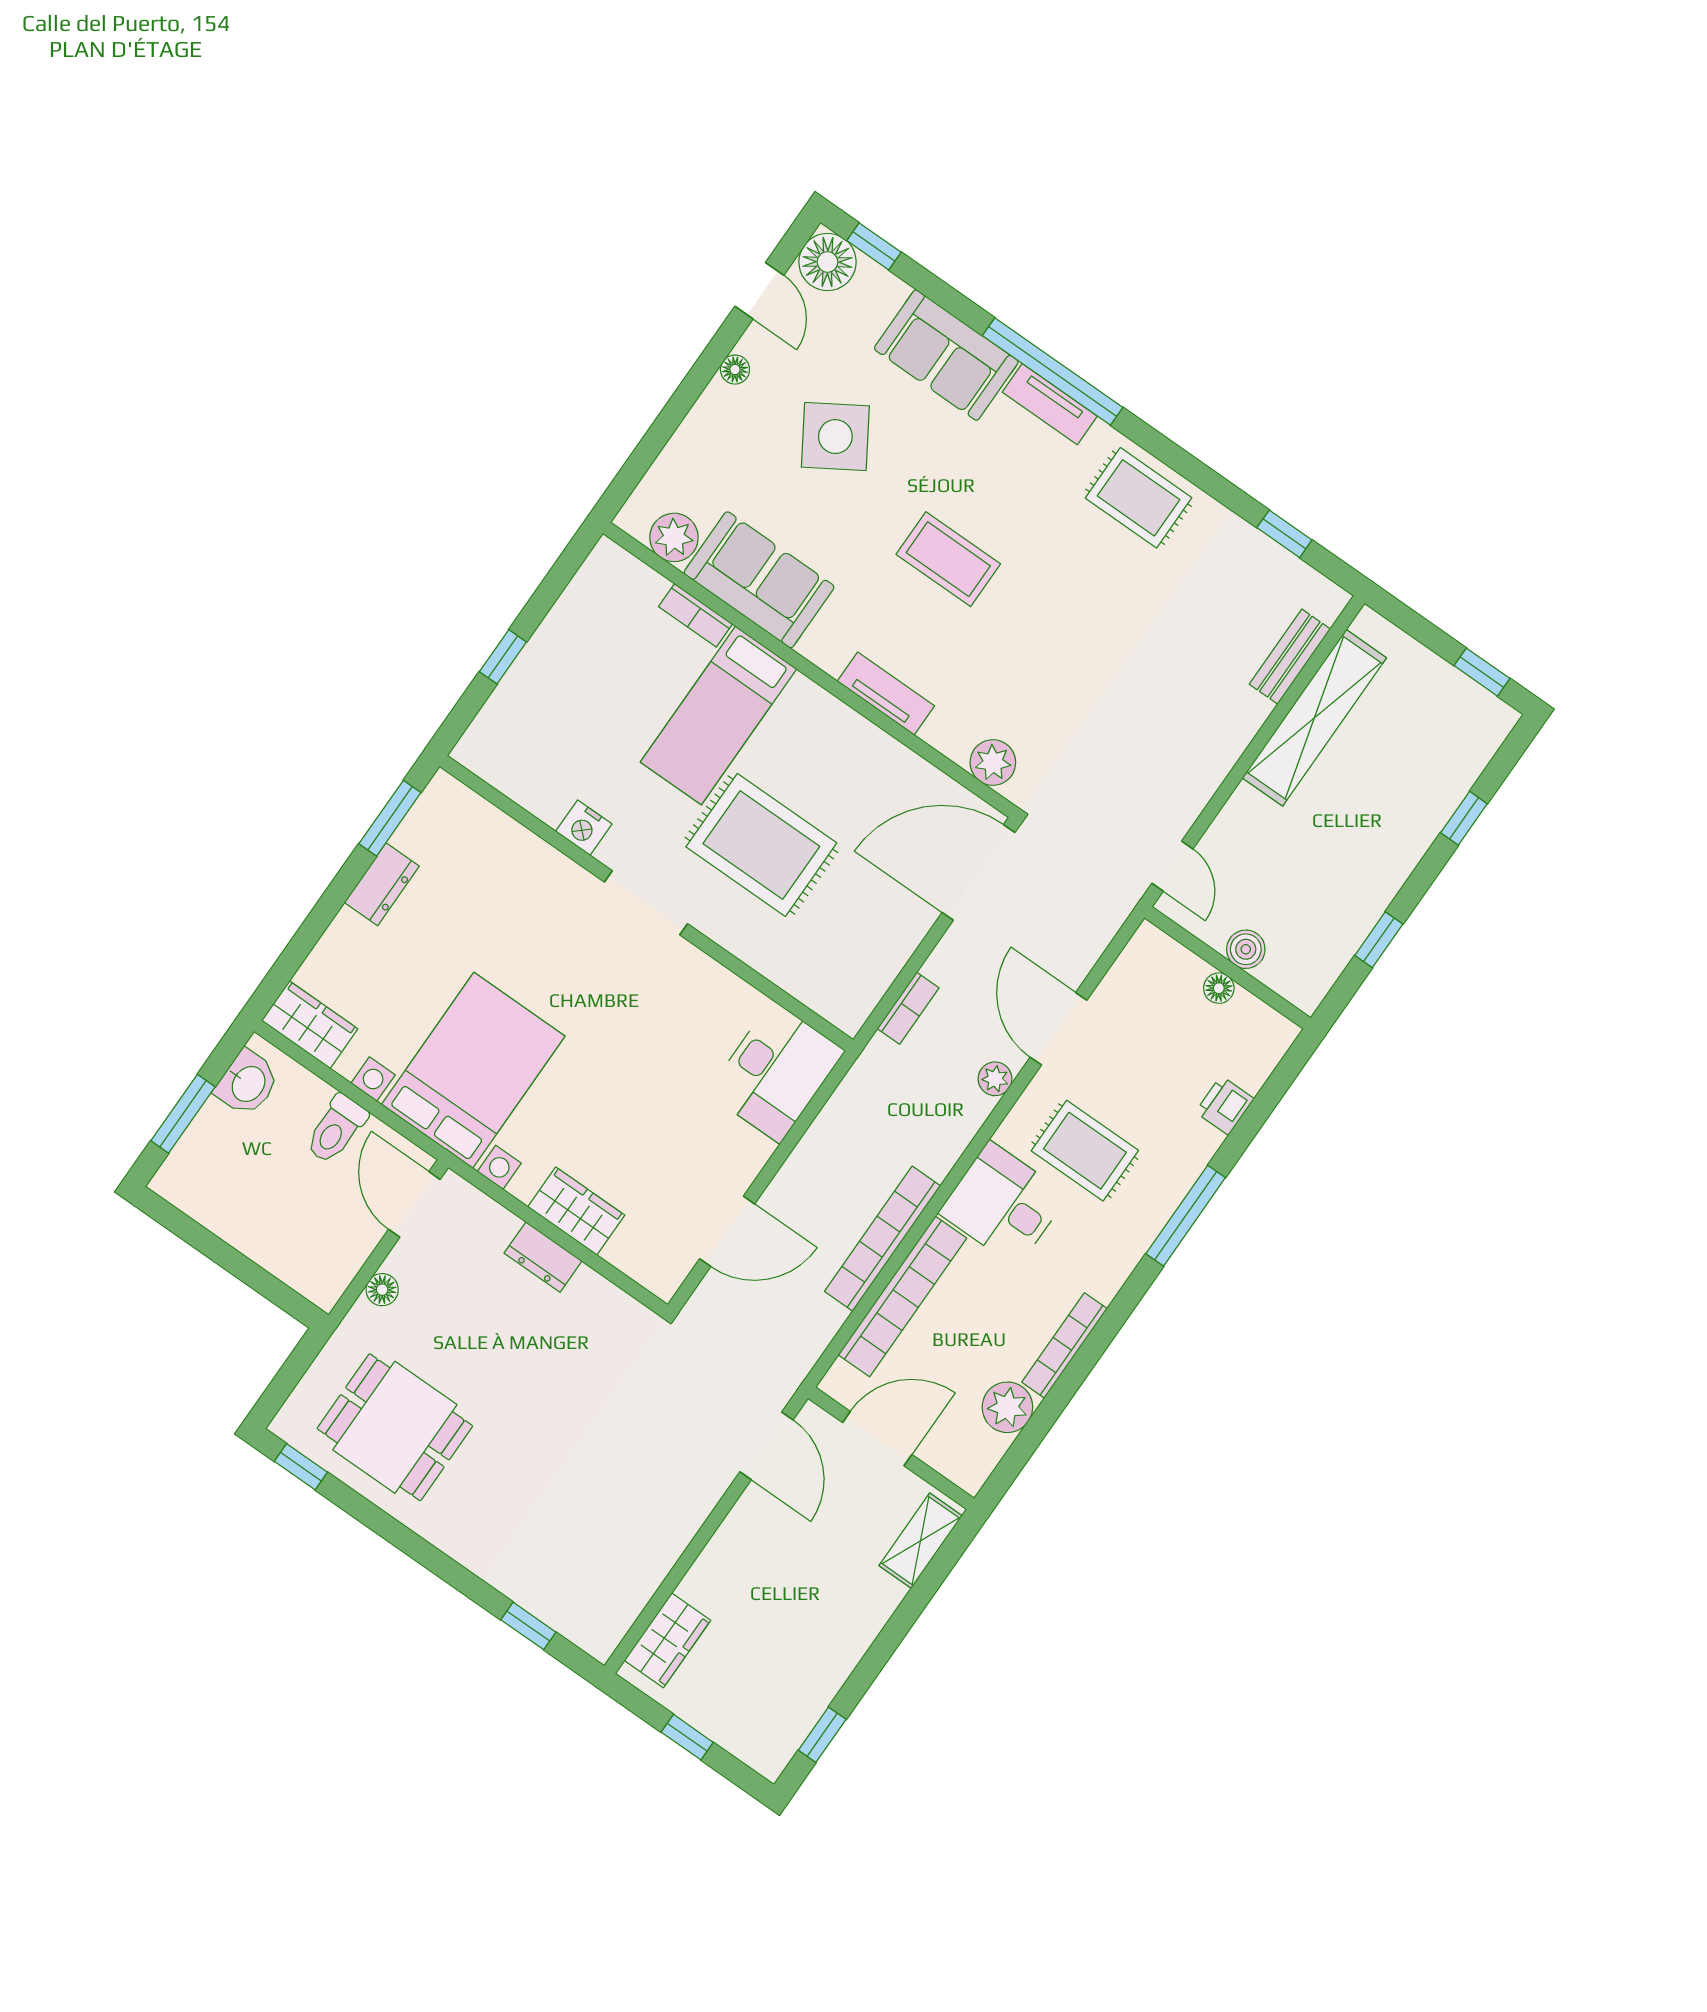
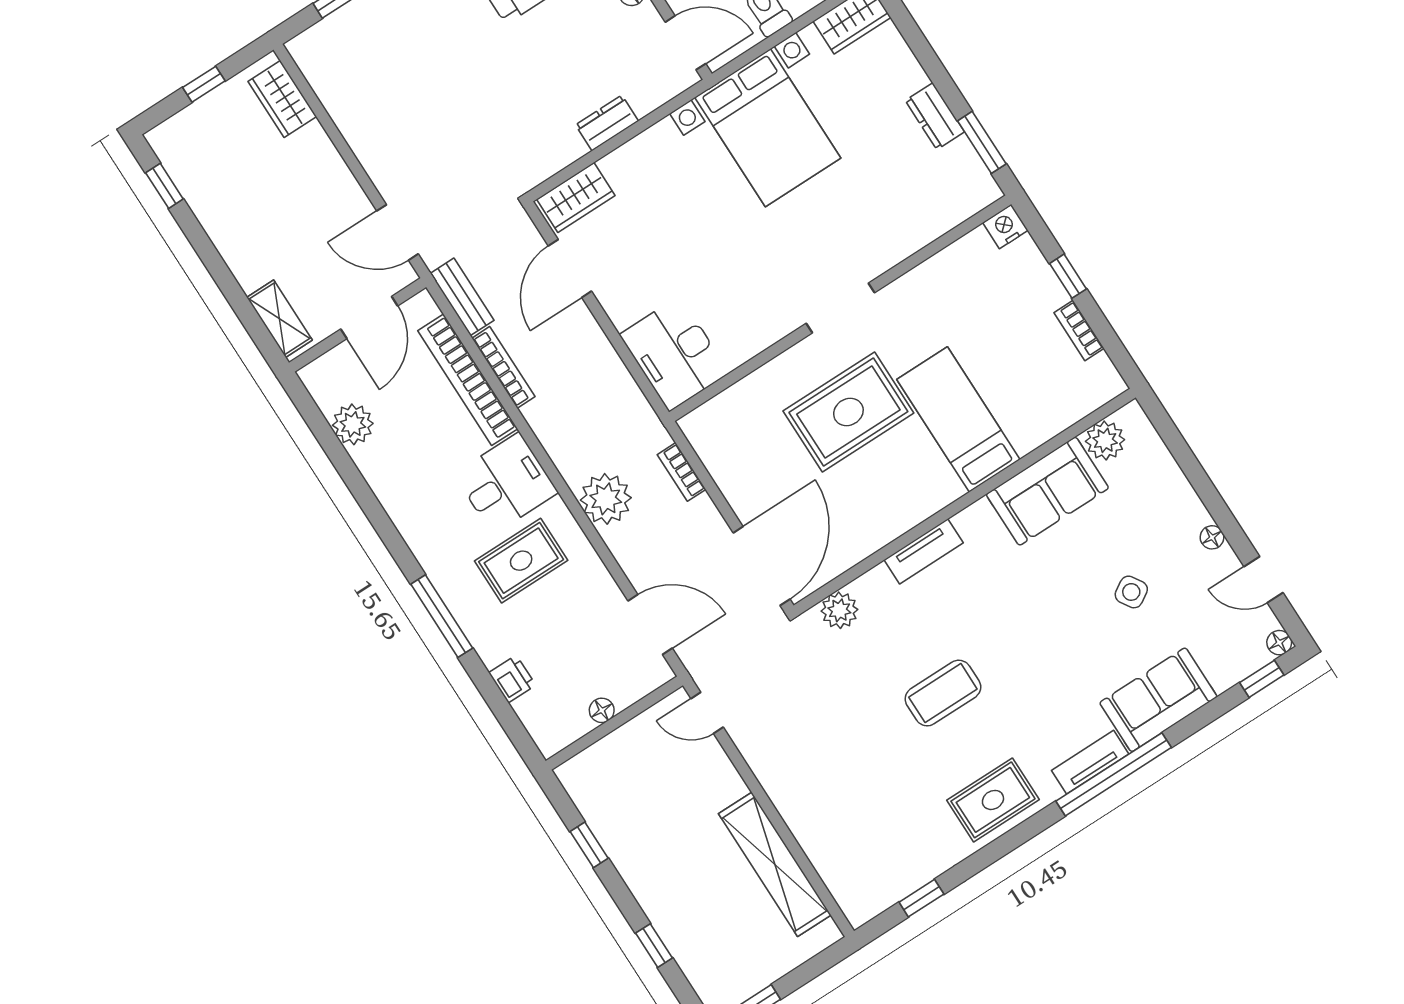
floor lamp: (828, 262) -> (1279, 643), width x0.53, depth x0.53
side table: (835, 437) -> (1131, 592), width x0.54, depth x0.54
coffee table: (948, 559) -> (943, 693), moved
bookcase: (696, 615) -> (1079, 330), moved, turned -90
bench: (1290, 657) -> (462, 297), moved
nightstand: (584, 828) -> (1005, 227), moved
boiler: (1246, 949) -> (623, 742), removed
door: (1059, 1029) -> (650, 625), moved
plant: (995, 1079) -> (606, 499), width x1.88, depth x1.88
wardrobe: (576, 1211) -> (576, 197), moved
bookcase: (882, 1239) -> (503, 367), width x0.68, depth x0.76
bookcase: (1065, 1345) -> (382, 486), removed

